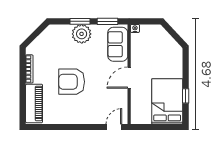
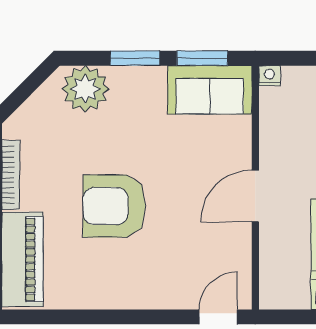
plant: (82, 34) -> (85, 89), moved
sofa: (118, 44) -> (210, 90), moved, turned -90

